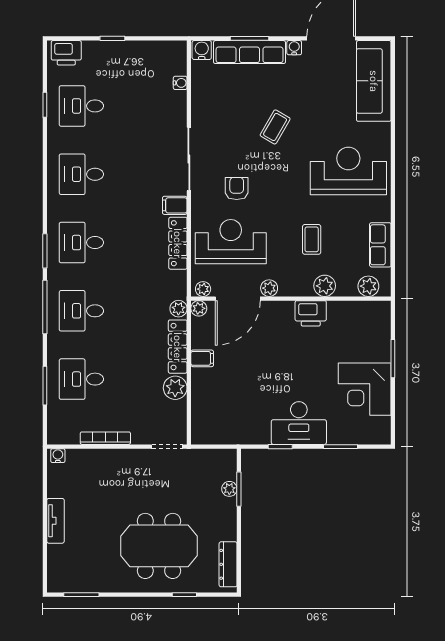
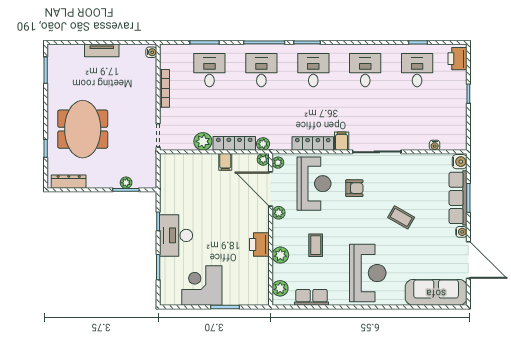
coffee table: (312, 239) -> (316, 245), turned 90

